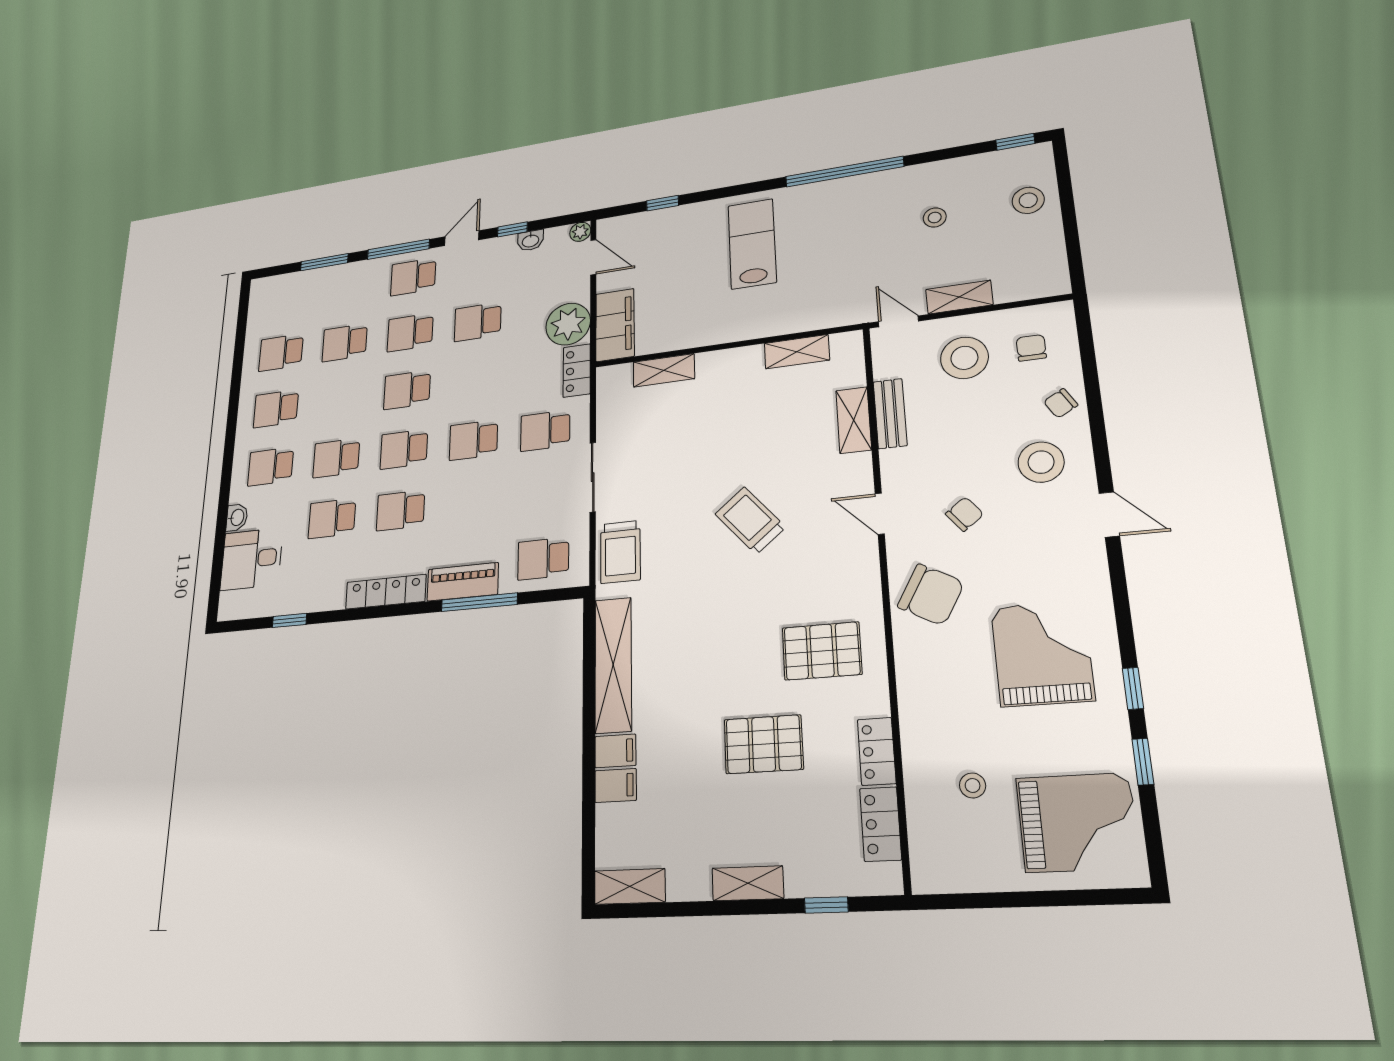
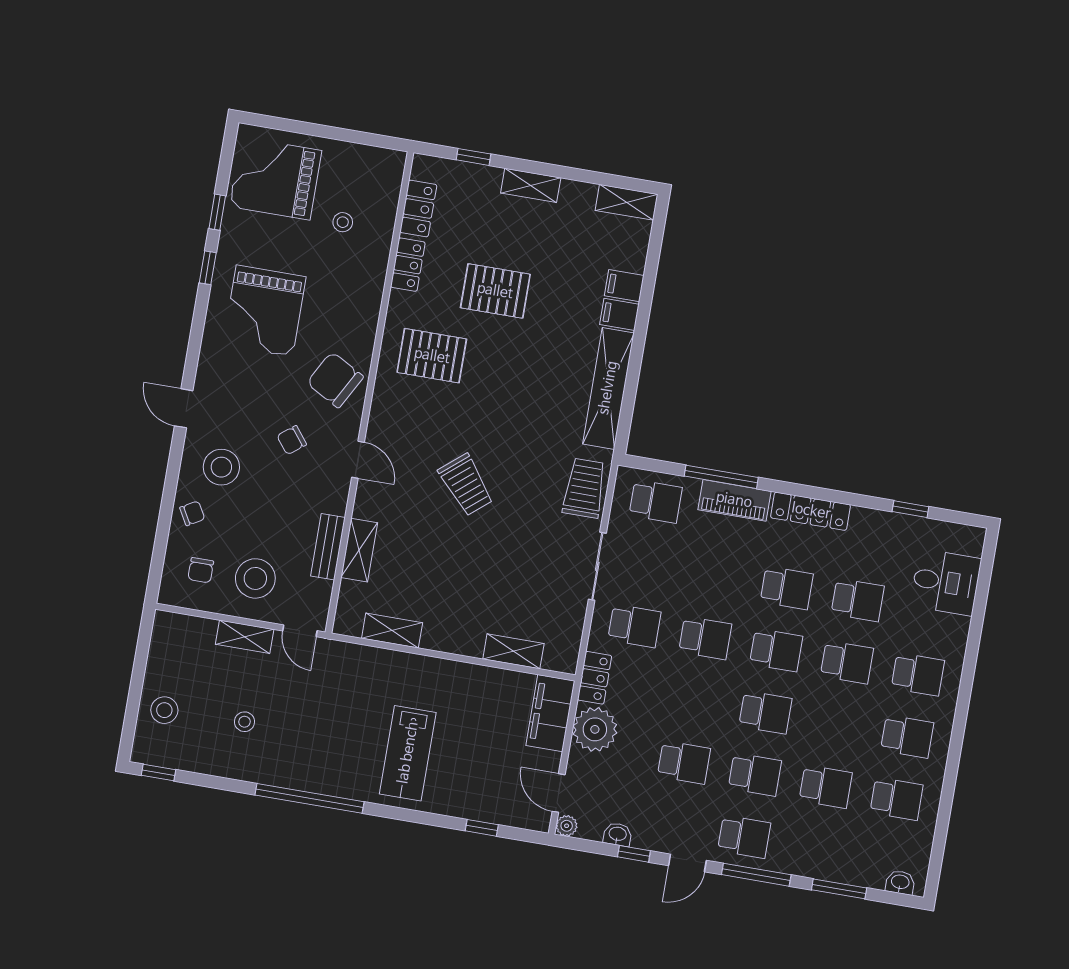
washbasin: (237, 517) -> (900, 882), moved, turned 90

